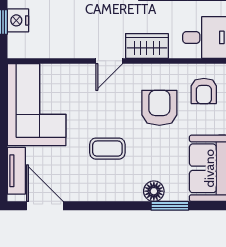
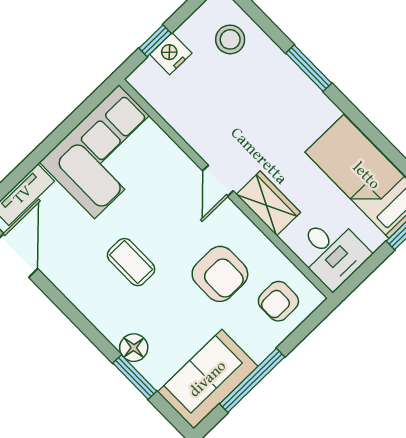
door: (109, 61) -> (218, 181), hinge flipped
armchair: (159, 108) -> (220, 274), turned 90

